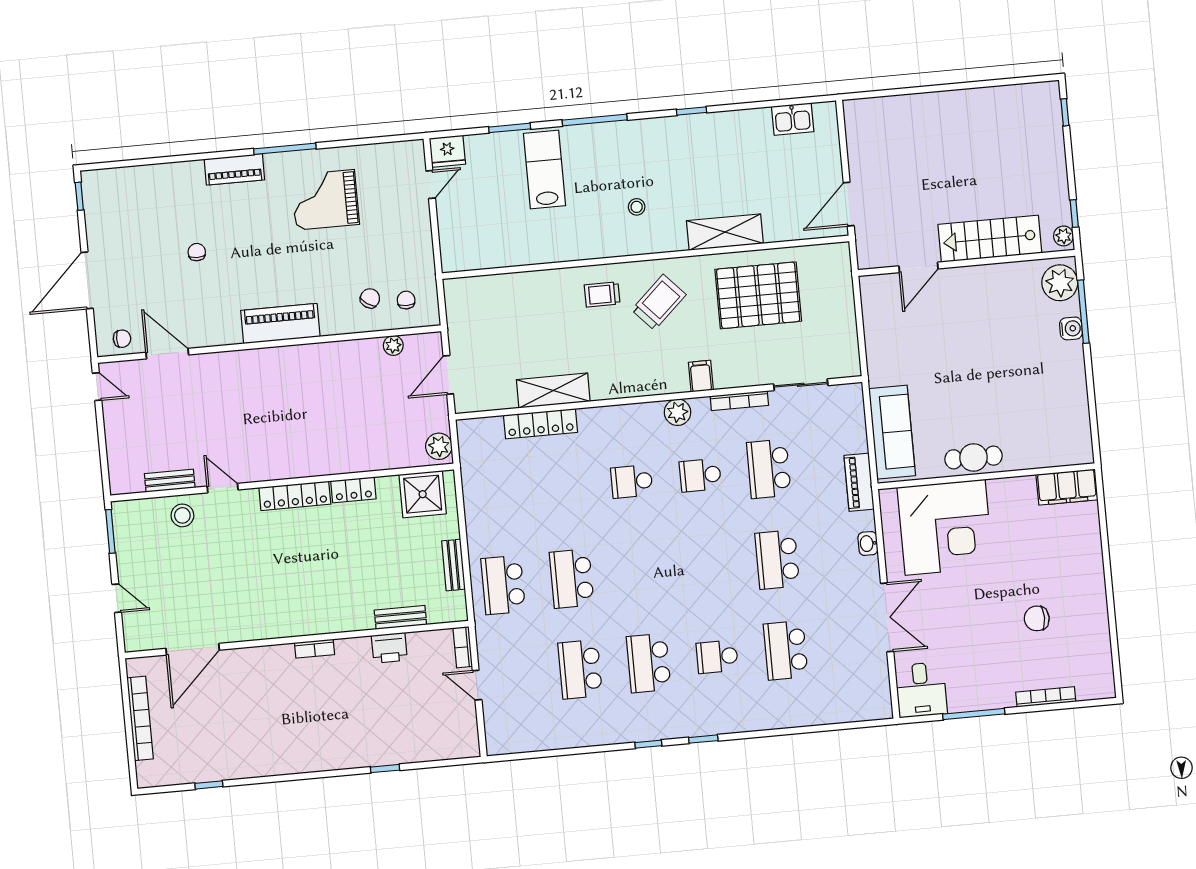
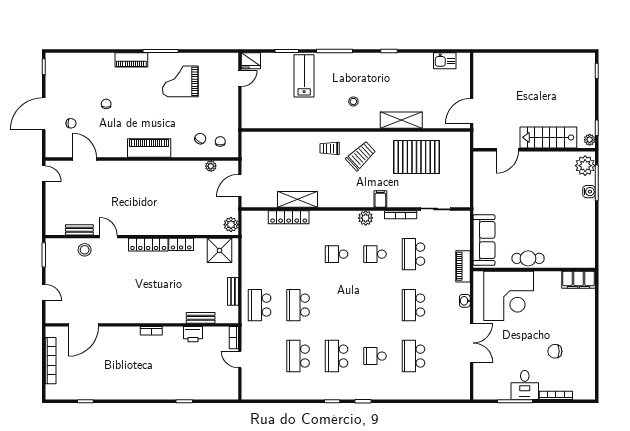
chair: (122, 339) -> (71, 123), moved
desk: (921, 690) -> (525, 385), moved

